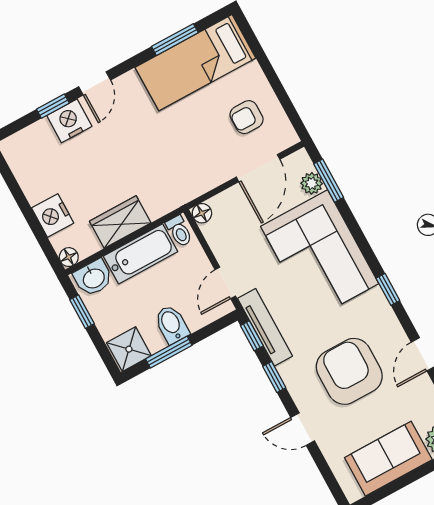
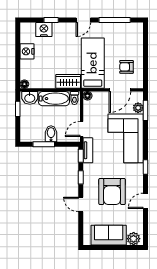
window: (175, 40) -> (115, 20), width x1.44
bed: (195, 63) -> (93, 63), moved, turned 90
door: (95, 83) -> (83, 20), moved
nightstand: (69, 121) -> (44, 30), moved
nightstand: (53, 215) -> (27, 51), moved
wardrobe: (120, 222) -> (68, 81), moved
tv unit: (265, 327) -> (88, 150), width x0.71
shower: (129, 349) -> (28, 134), removed
armchair: (349, 371) -> (112, 192), turned 180

